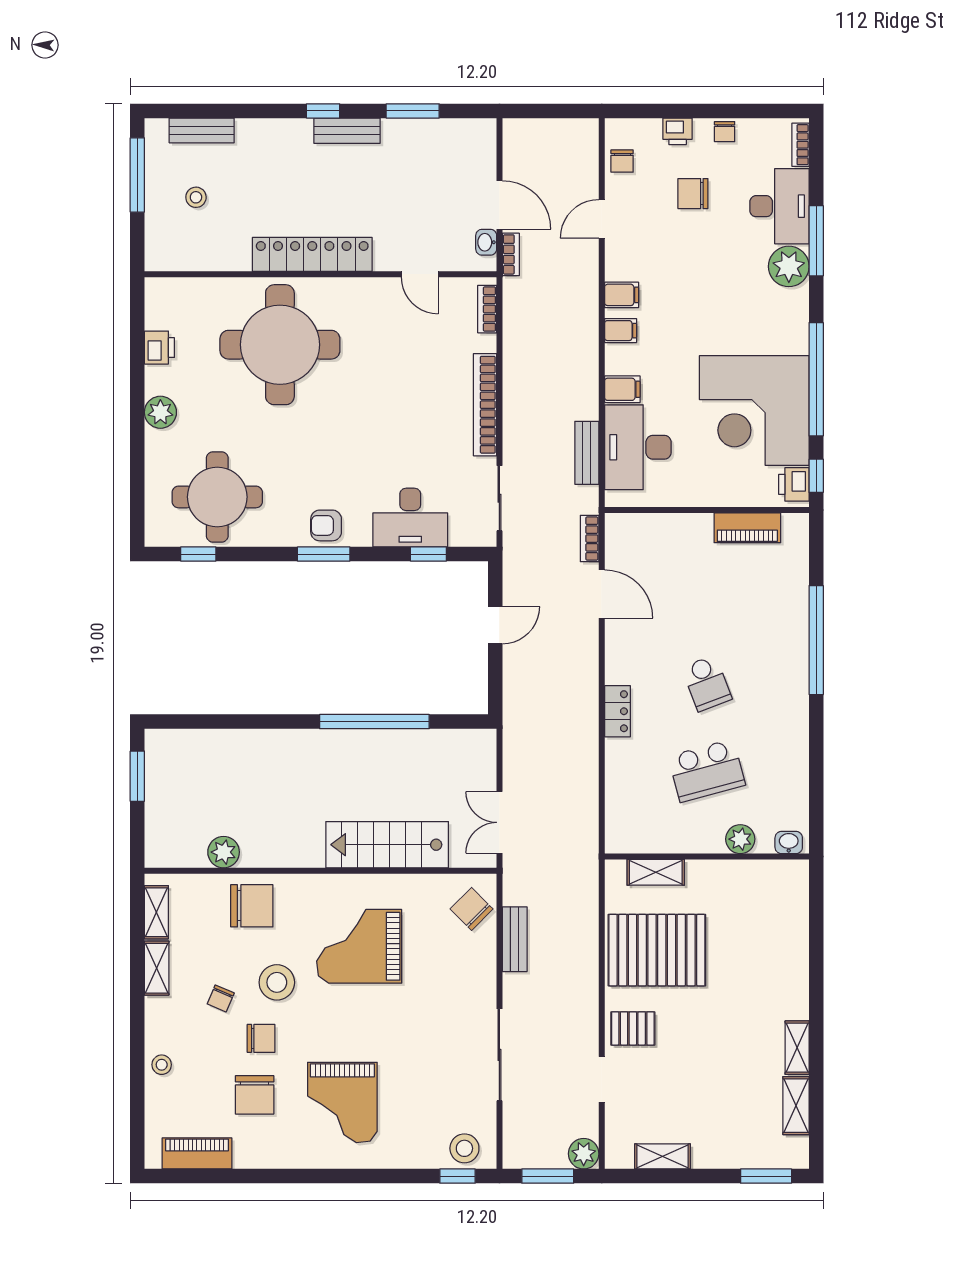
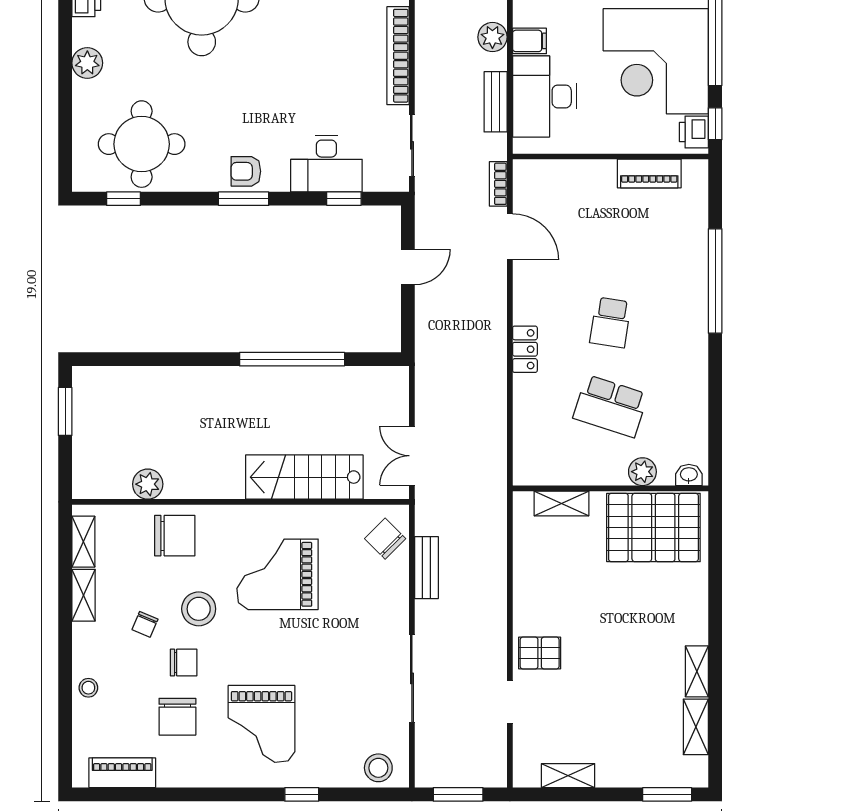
school desk: (707, 683) -> (610, 322), turned 30
school desk: (707, 771) -> (610, 406), turned 33
pallet: (657, 950) -> (653, 527), moved
plant: (584, 1154) -> (492, 37), moved
window: (458, 1176) -> (302, 794), moved

